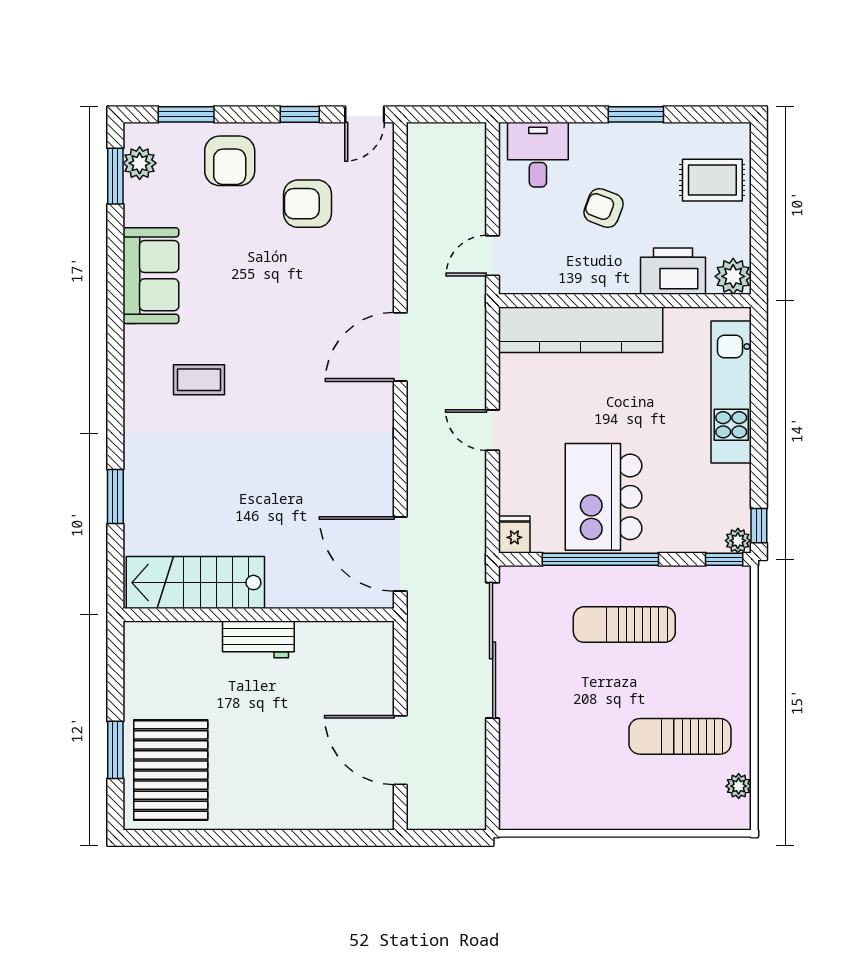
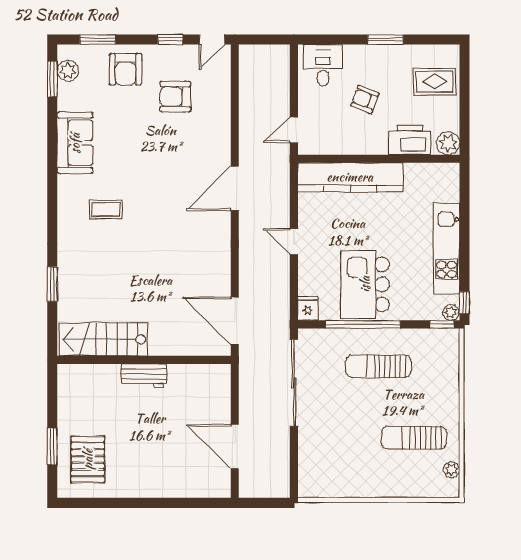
kitchen unit: (731, 392) -> (447, 249), moved
pallet: (171, 770) -> (88, 459), width x0.73, depth x0.71

